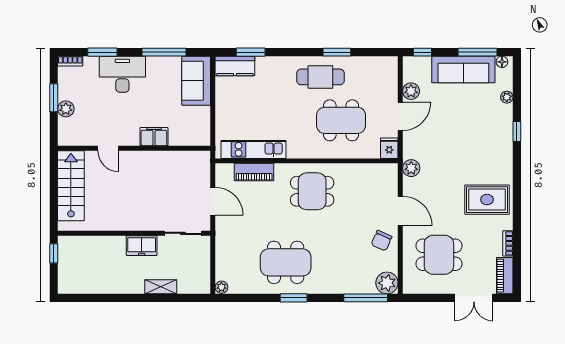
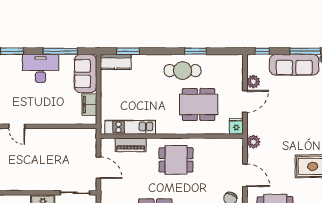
desk: (122, 74) -> (41, 68), moved
filing cabinet: (154, 137) -> (89, 105), moved, turned -90

